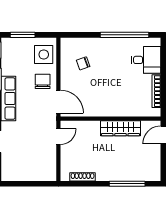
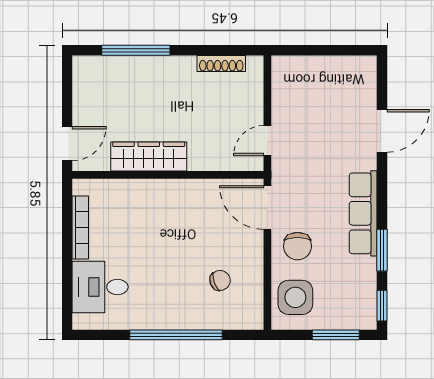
window: (124, 35) -> (176, 335), moved

